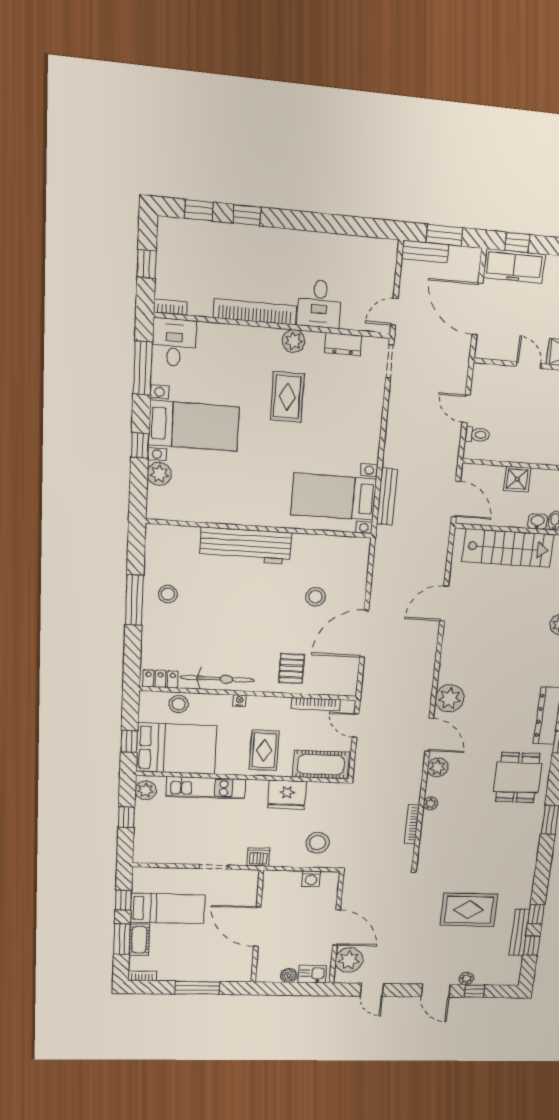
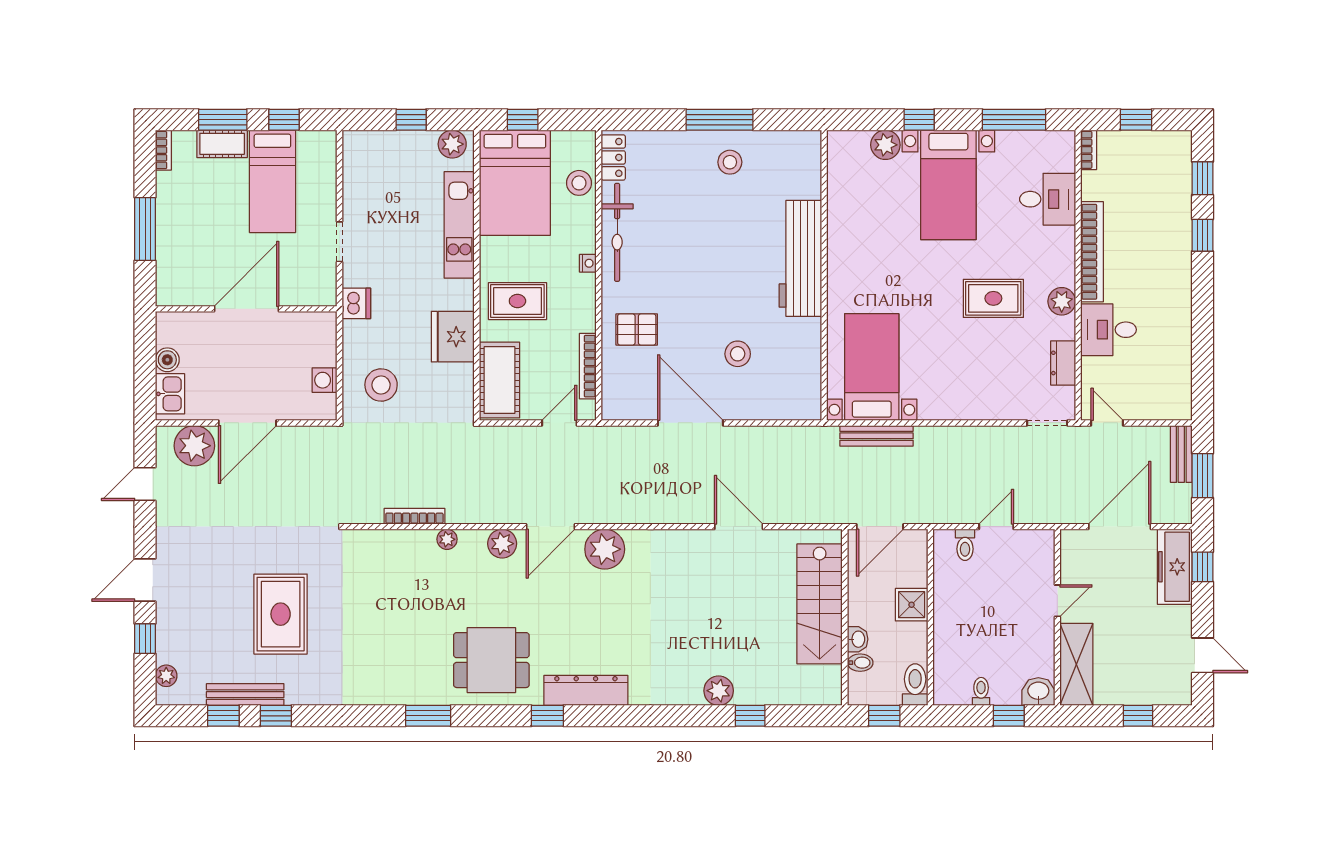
desk: (174, 342) -> (1048, 199), moved
plant: (466, 979) -> (166, 676), moved

